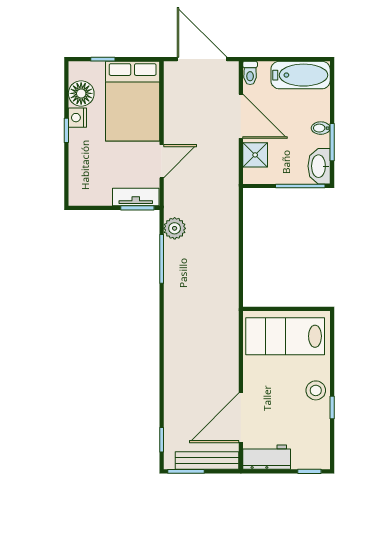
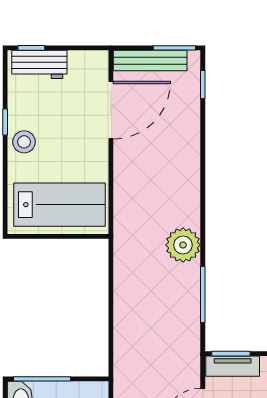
plant: (175, 228) -> (183, 245), moved, width x1.36, depth x1.36
workbench: (267, 457) -> (39, 64), moved

